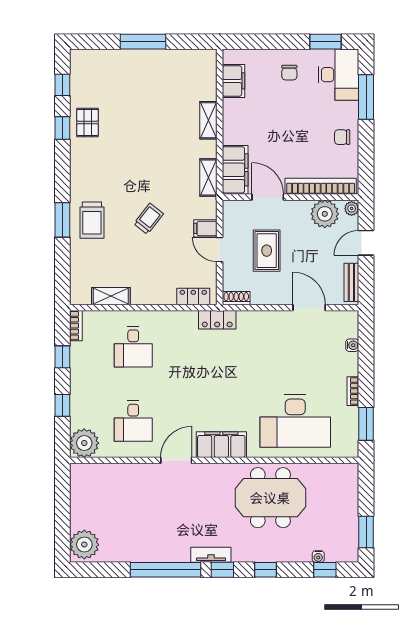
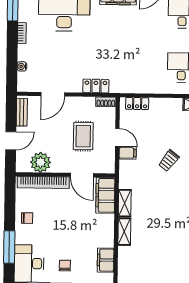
shelving: (208, 178) -> (125, 203), moved
plant: (352, 208) -> (21, 166), removed
door: (309, 308) -> (53, 94), hinge flipped
locker: (217, 320) -> (96, 86), moved

